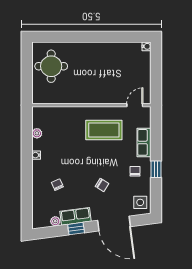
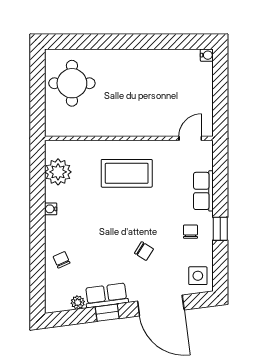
coffee table: (104, 130) -> (127, 173), moved
plant: (37, 133) -> (58, 172), width x1.87, depth x1.87
chair: (57, 185) -> (62, 260), moved

